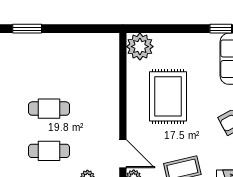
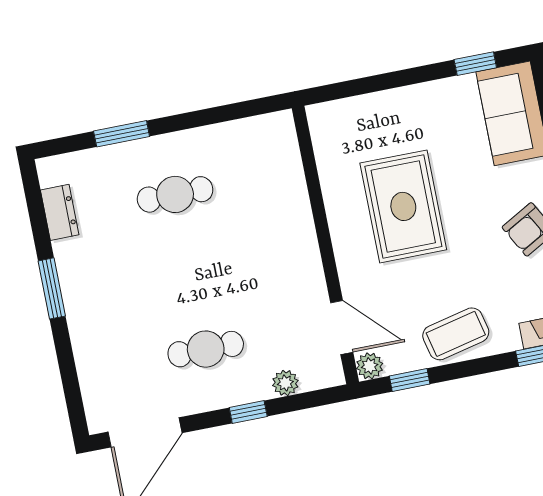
plant: (140, 47) -> (334, 125), removed
cafe table: (49, 109) -> (175, 194), moved

